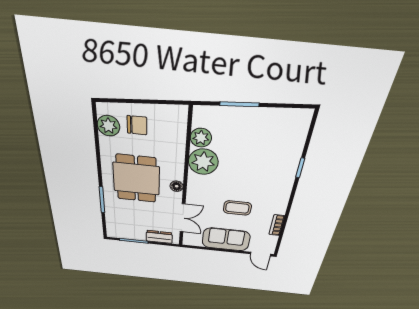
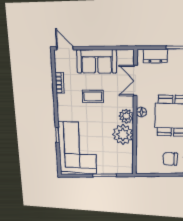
plant: (201, 138) -> (126, 116), moved
corner sofa: (274, 148) -> (77, 148), added

